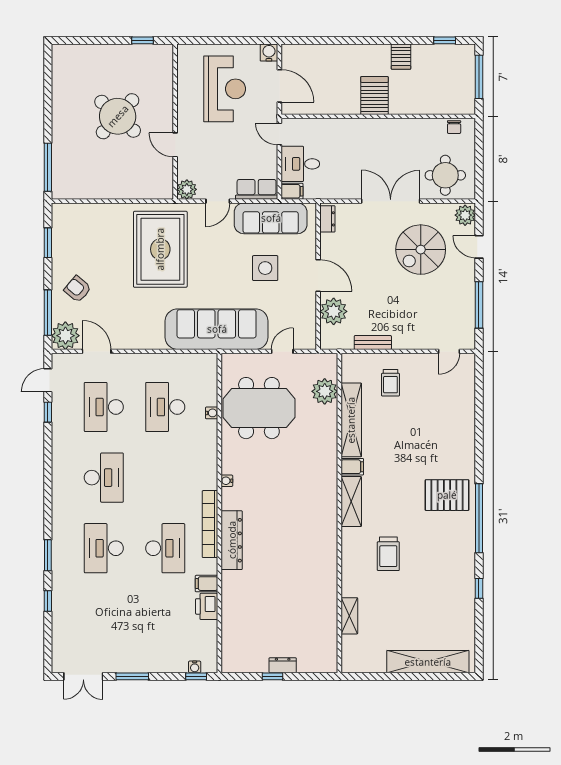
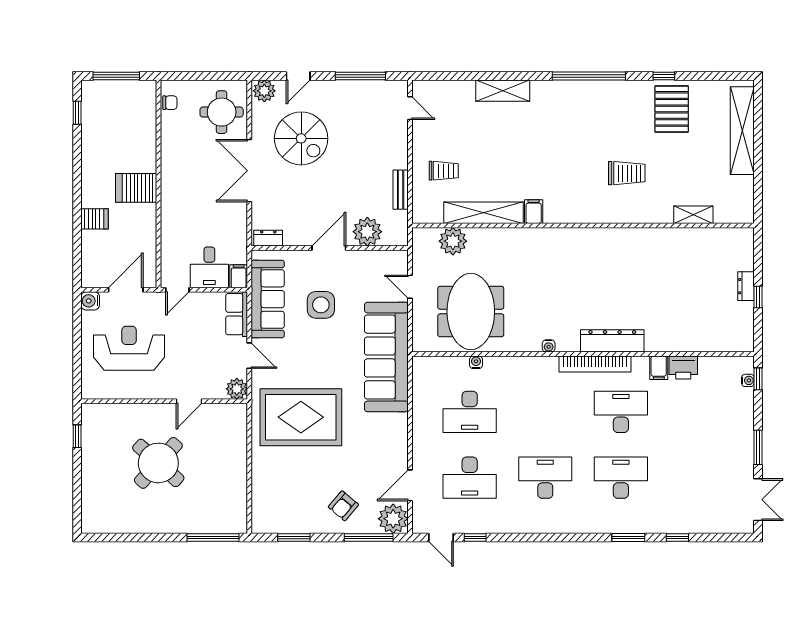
server rack: (401, 57) -> (95, 219), moved
pallet: (447, 495) -> (672, 109), moved
shelving: (351, 502) -> (503, 91), moved
desk: (104, 548) -> (621, 478), turned 180

